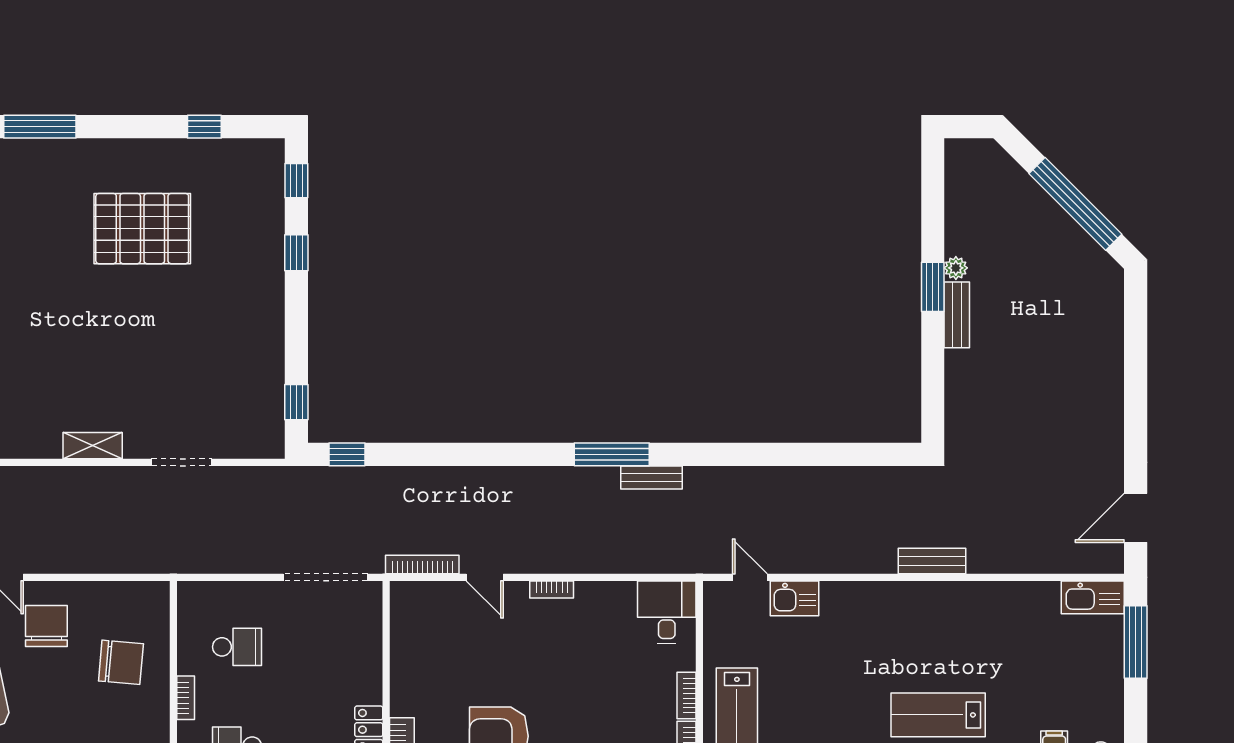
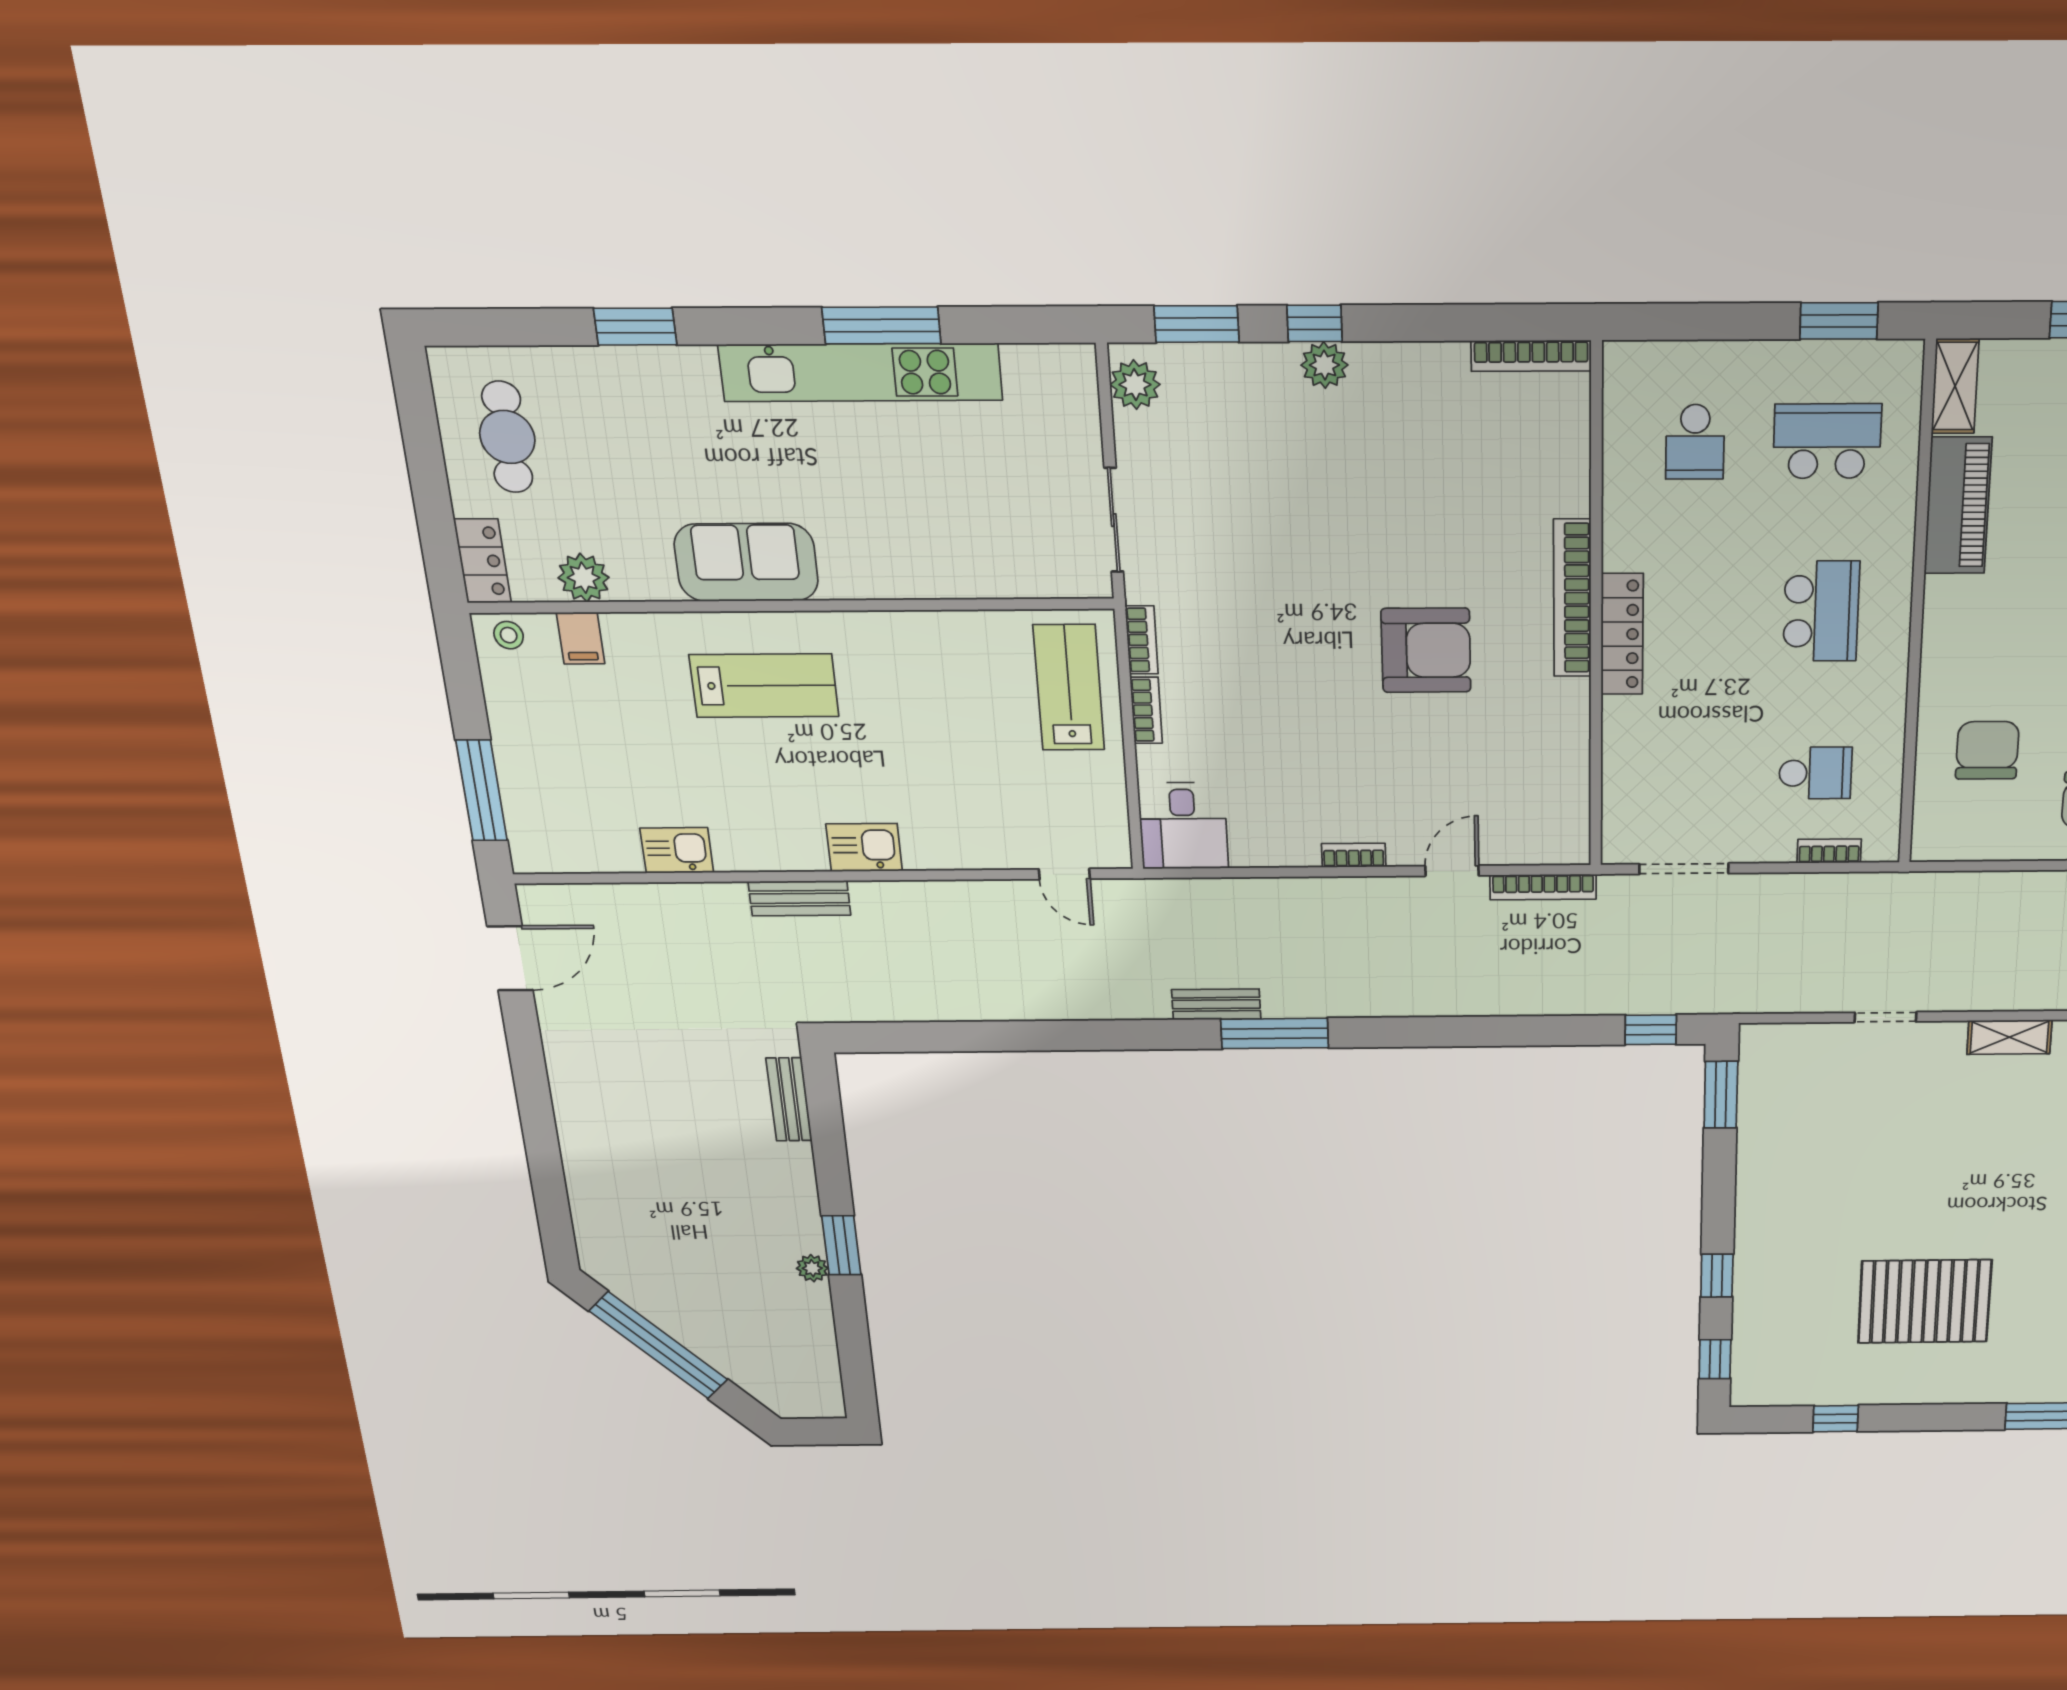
bench: (957, 315) -> (789, 1099), moved
window: (296, 402) -> (1721, 1095), width x1.50
doorway: (181, 462) -> (1885, 1017), width x0.73
doorway: (325, 577) -> (1684, 869), width x0.73
door: (485, 577) -> (1452, 871), hinge flipped
kitchen sink: (1093, 597) -> (677, 850), moved, width x0.73
kitchen sink: (795, 598) -> (864, 847), moved
school desk: (237, 647) -> (1815, 773), turned 180
chair: (121, 662) -> (1987, 750), turned 85
bookcase: (186, 698) -> (1829, 851), moved, turned 90

